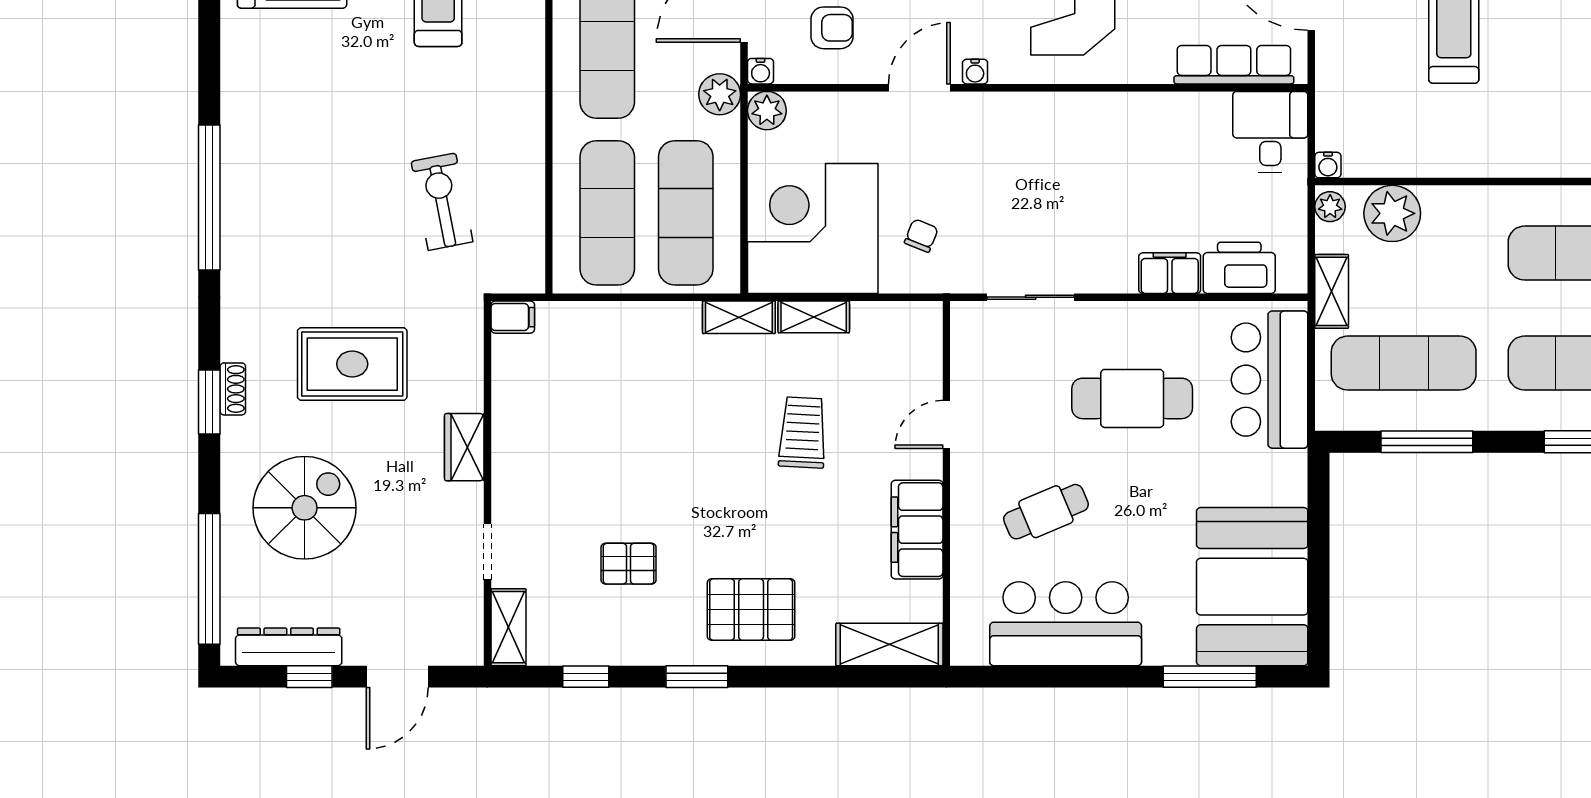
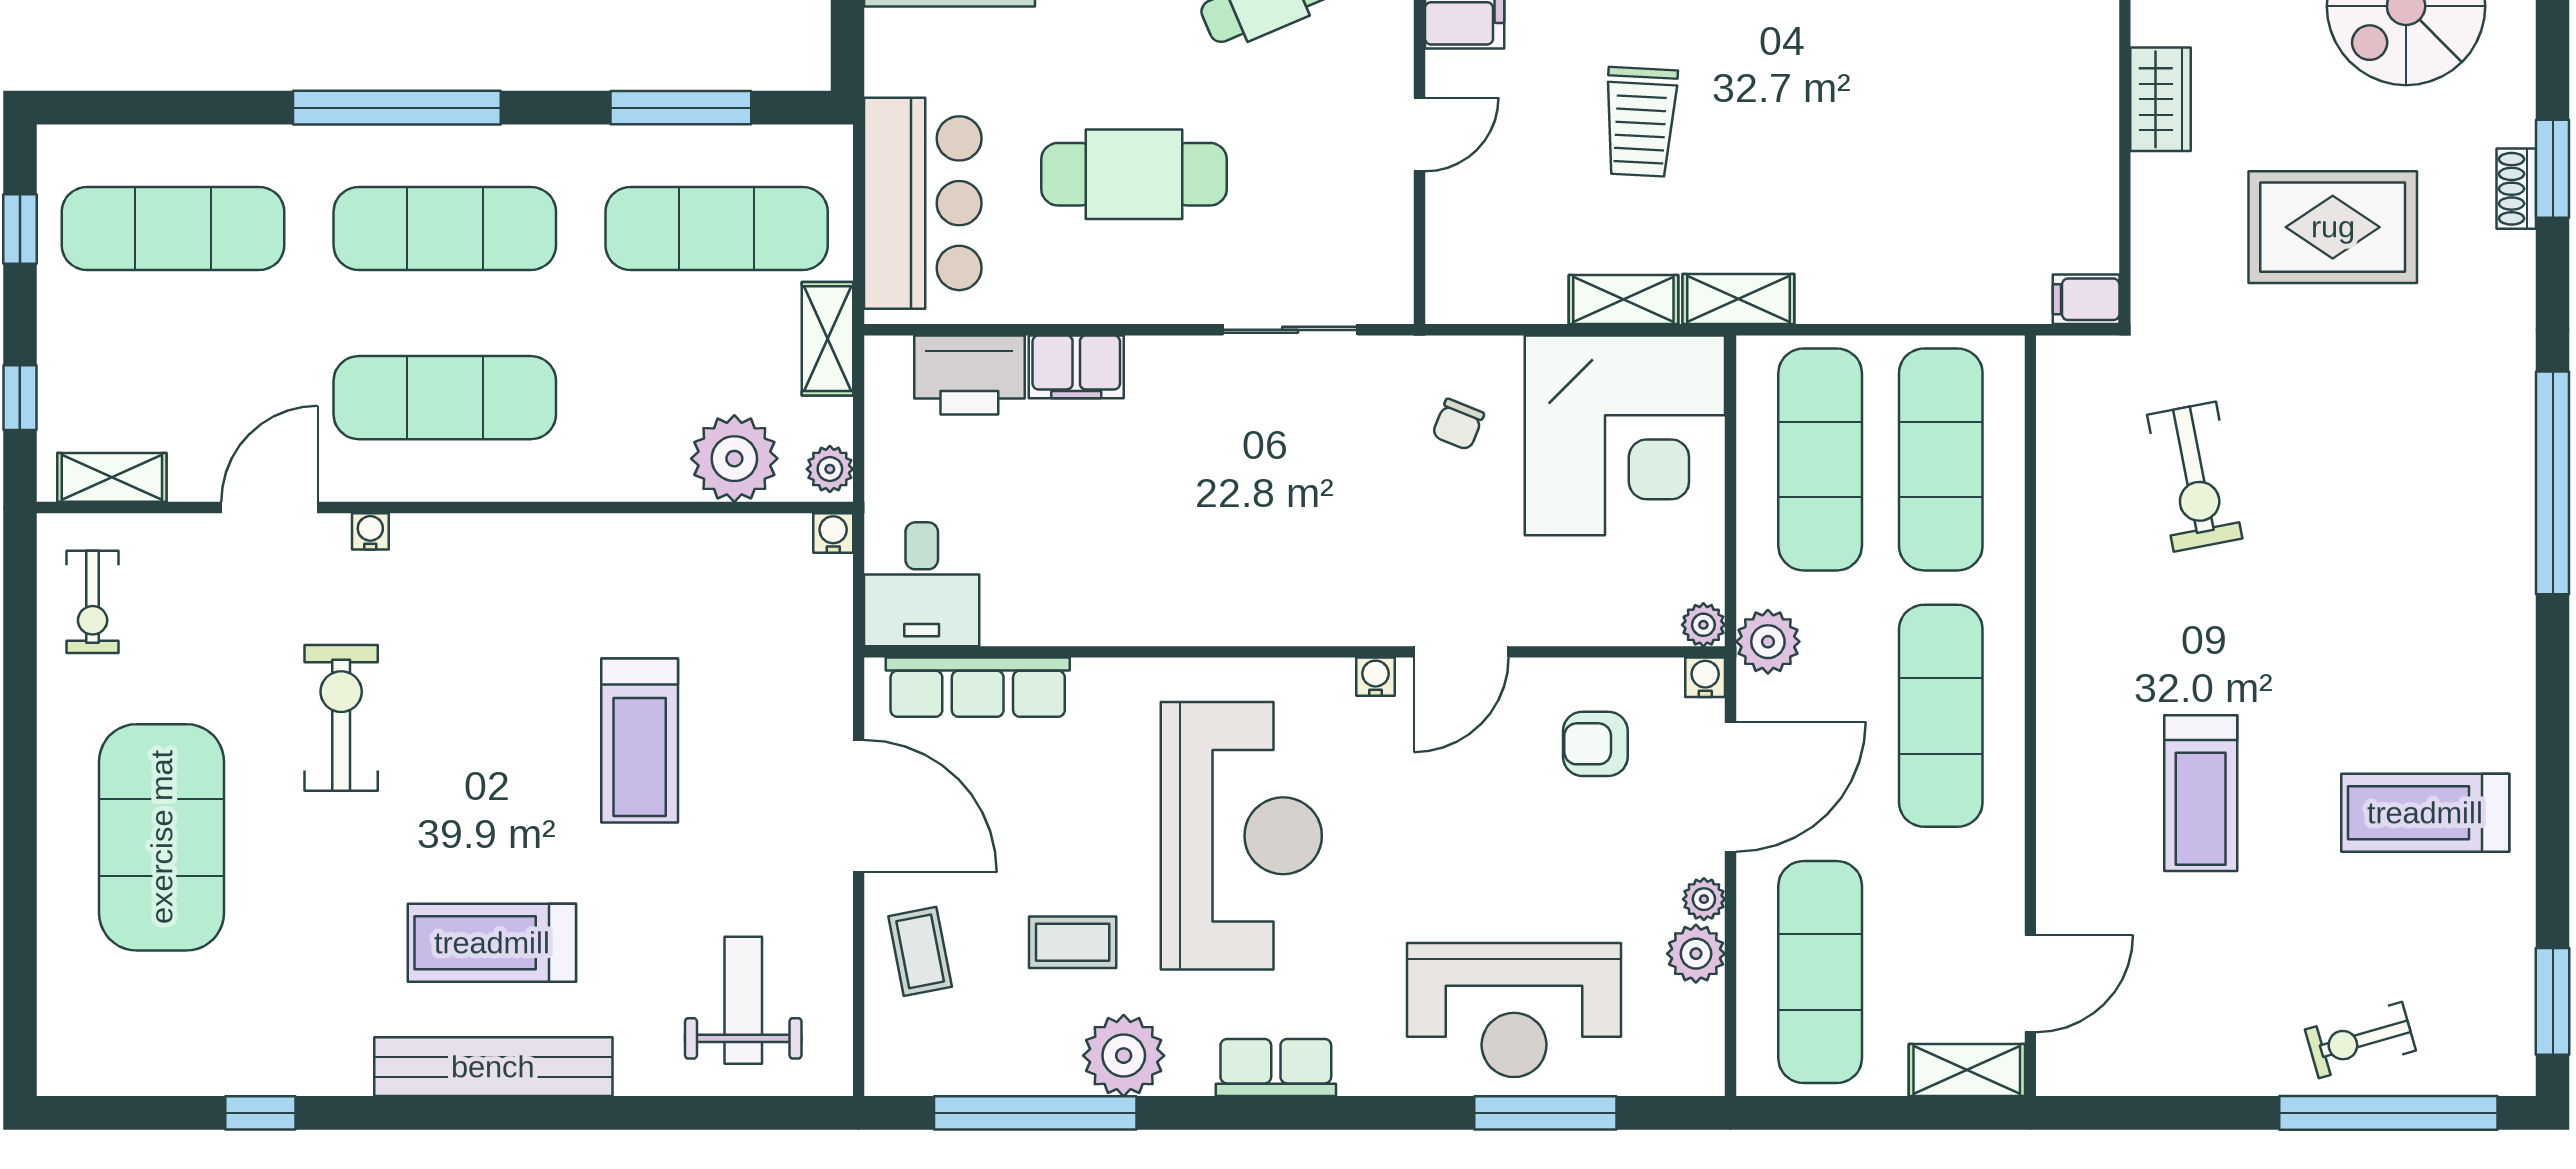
plant: (767, 111) -> (1703, 625), width x0.73, depth x0.73

